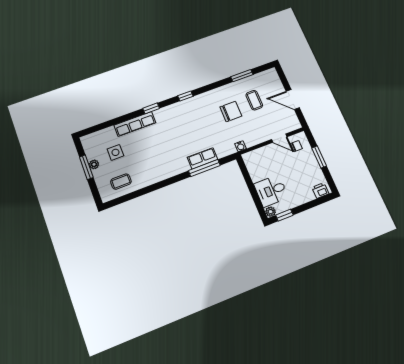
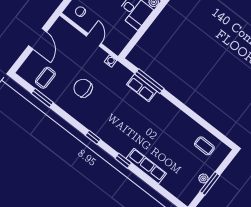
coffee table: (254, 100) -> (45, 78), moved
door: (279, 138) -> (94, 40), moved
side table: (115, 152) -> (182, 167), removed

